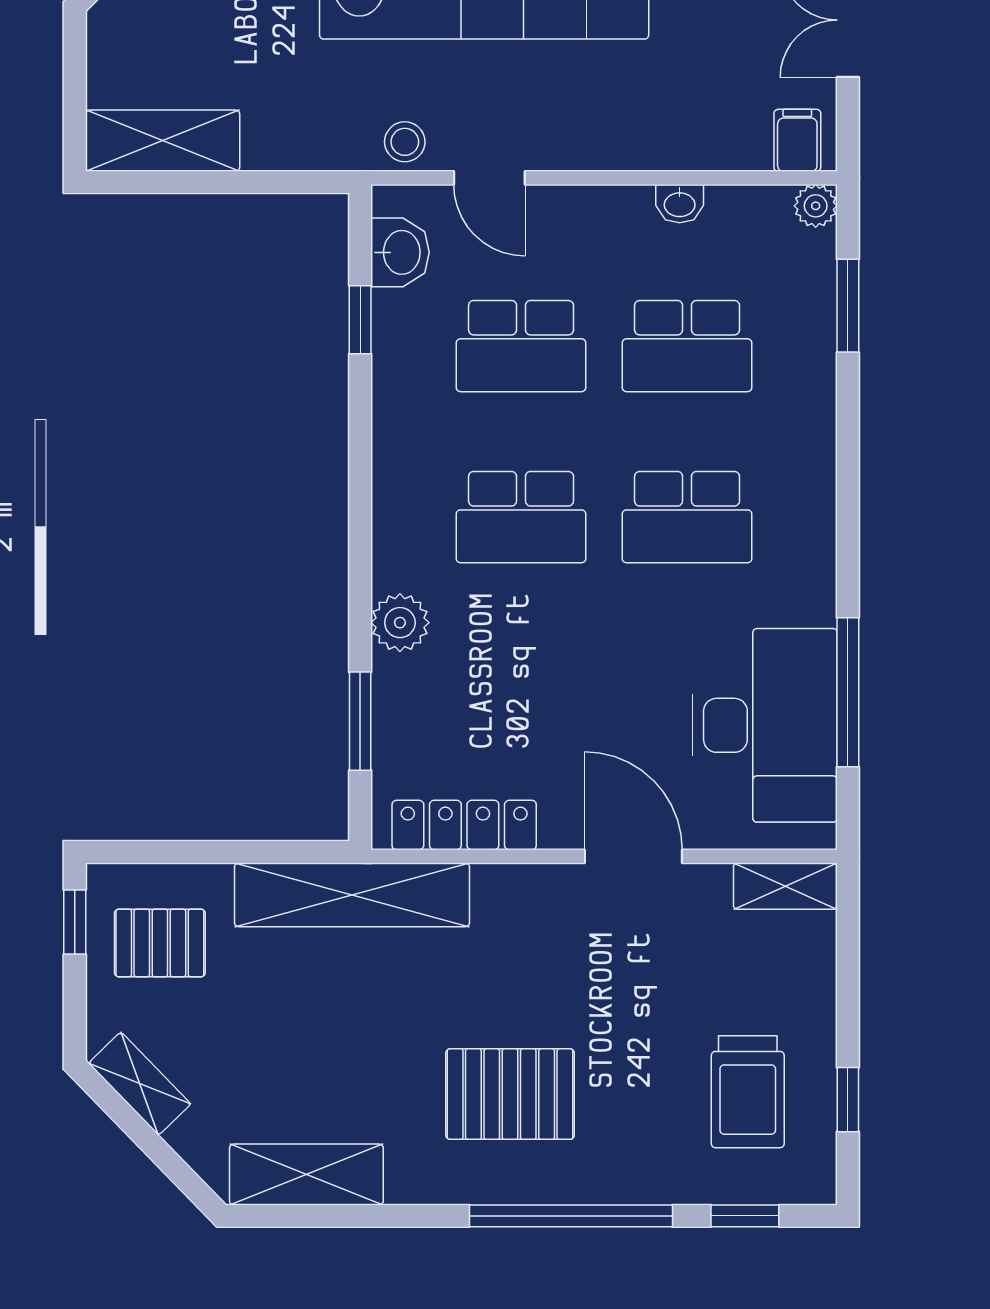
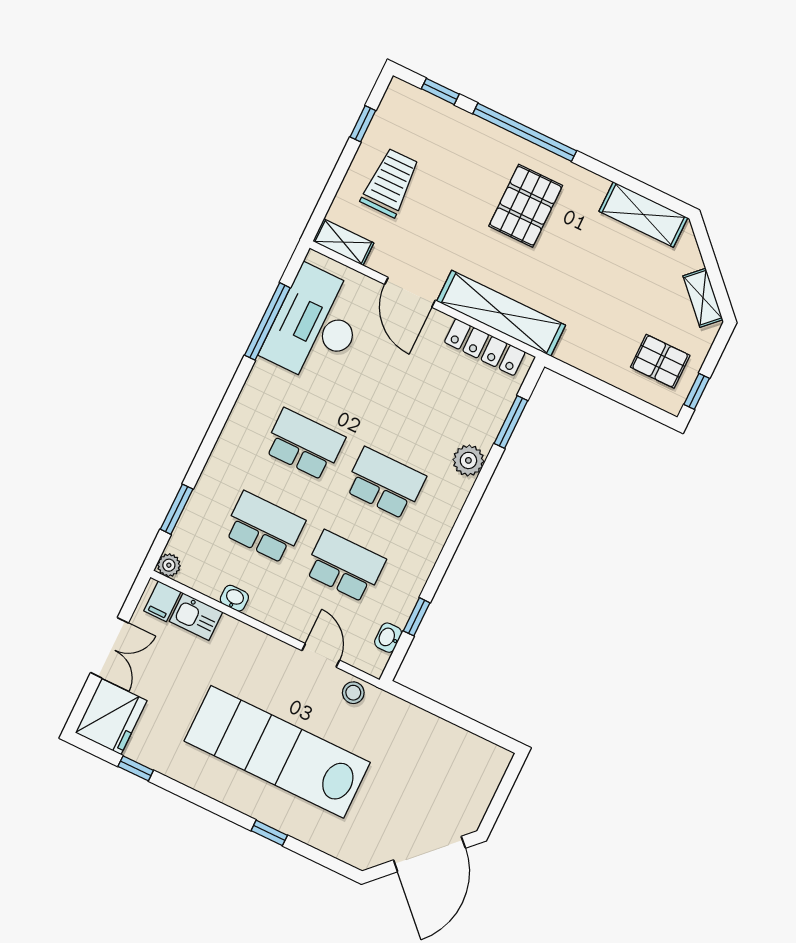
shelving: (163, 141) -> (471, 750), removed
kitchen sink: (729, 142) -> (196, 617), added
washbasin: (400, 252) -> (388, 638), width x0.72, depth x0.69
shelving: (352, 895) -> (501, 313), moved
trolley: (748, 1092) -> (390, 183), moved
pallet: (510, 1094) -> (526, 206), turned 90

